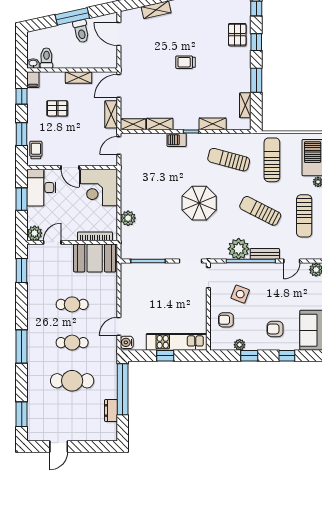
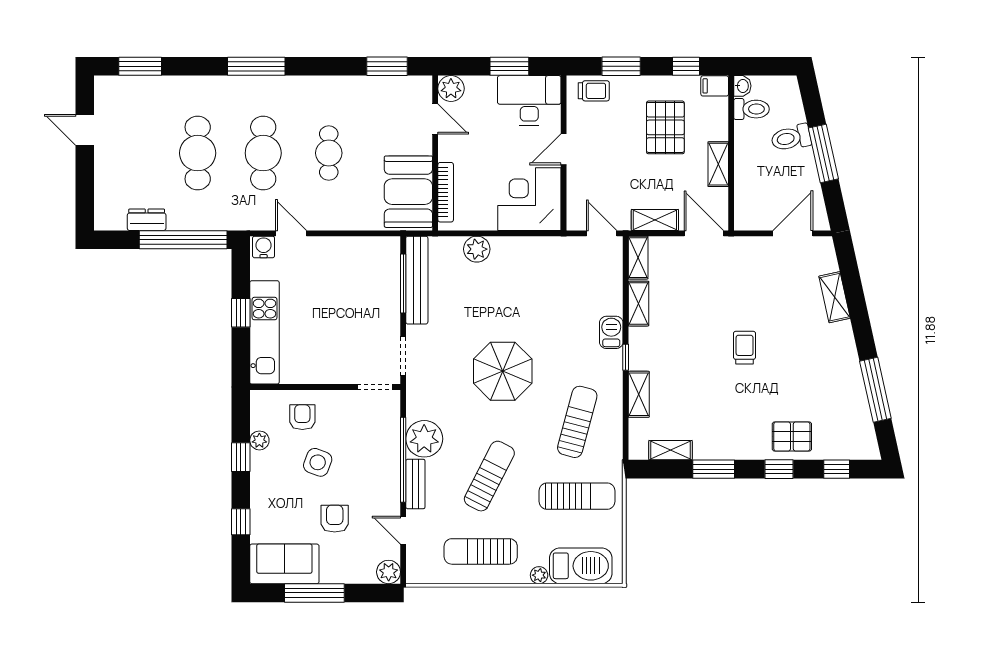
toilet: (81, 31) -> (791, 138), moved
pallet: (57, 108) -> (665, 127), width x1.50, depth x1.42
bench: (146, 253) -> (417, 280), added
side table: (240, 294) -> (318, 462), moved
armchair: (275, 329) -> (335, 519), moved
cafe table: (72, 343) -> (263, 153), width x1.37, depth x1.35

